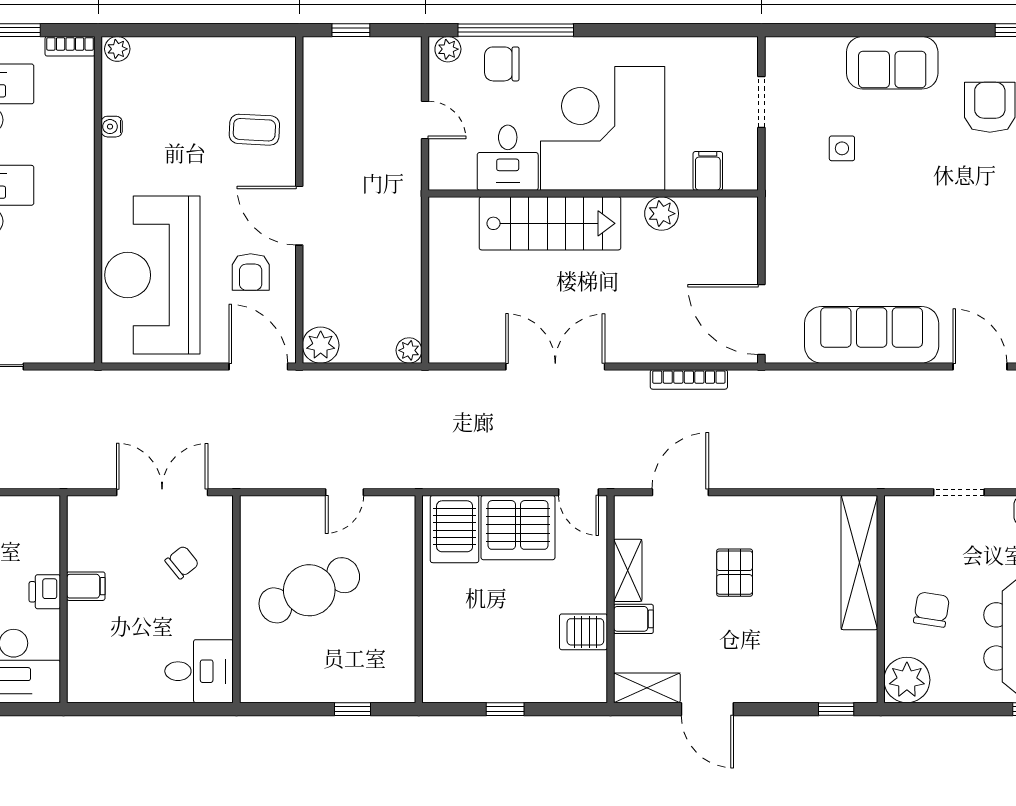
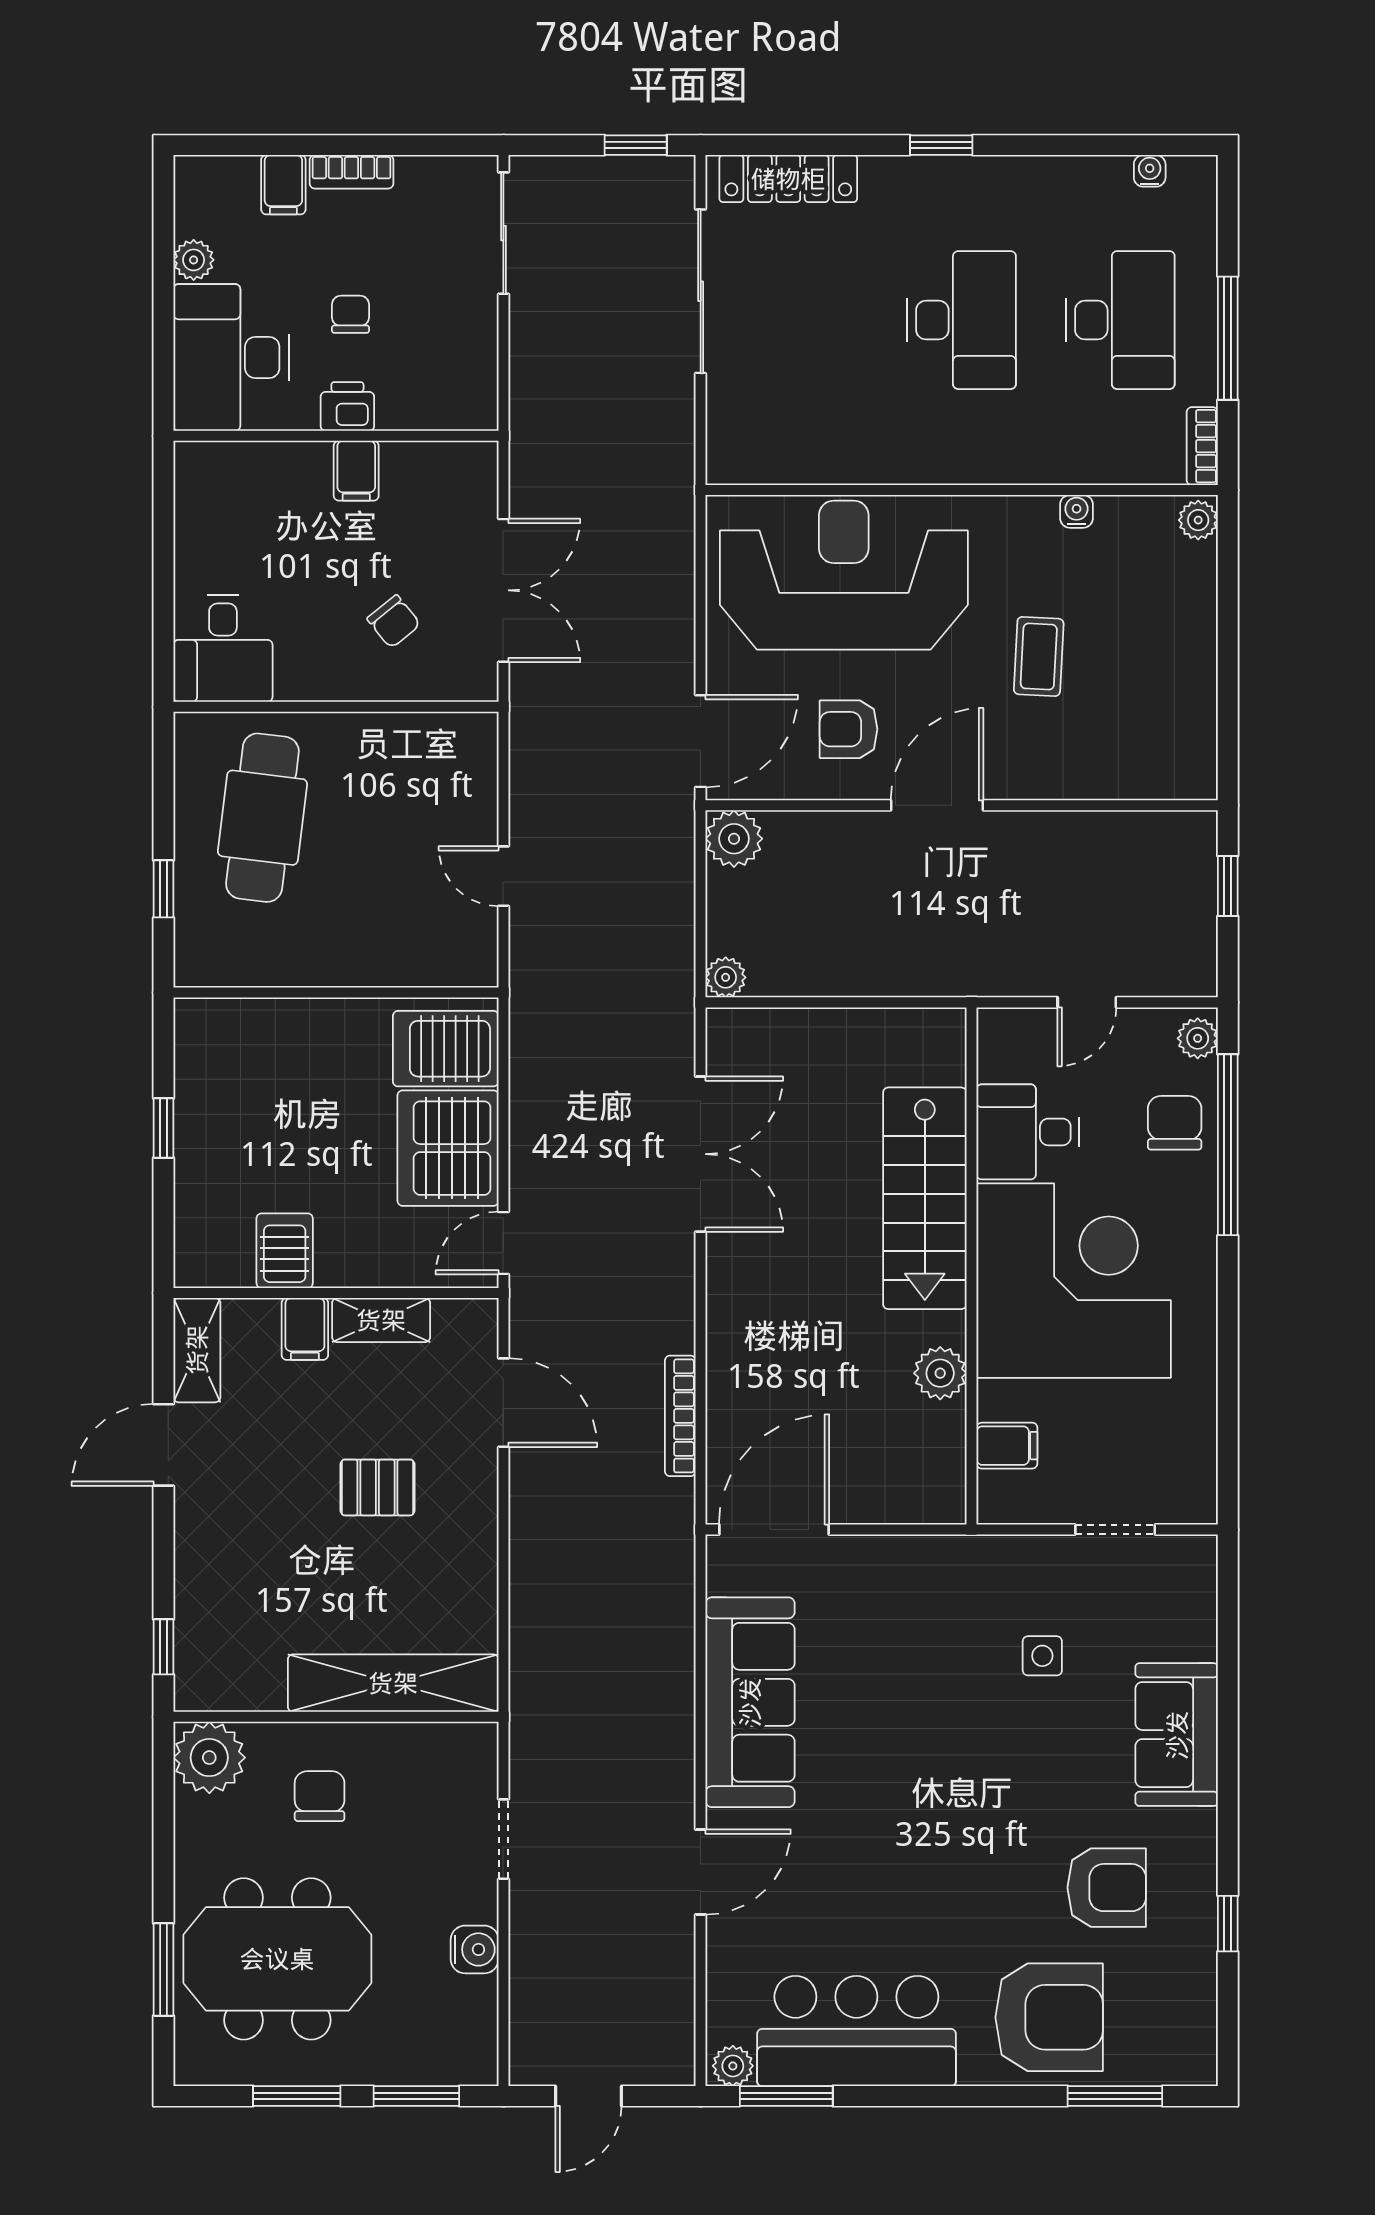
coffee table: (254, 130) -> (1039, 656), moved
double door: (555, 366) -> (701, 1154), moved
cafe table: (309, 590) -> (262, 818), moved, turned 31
chair: (931, 610) -> (320, 1796), turned -99

